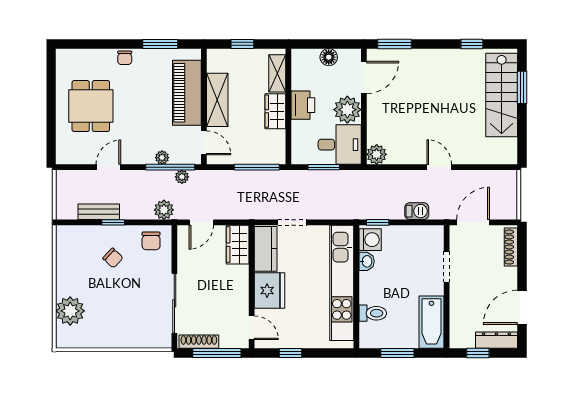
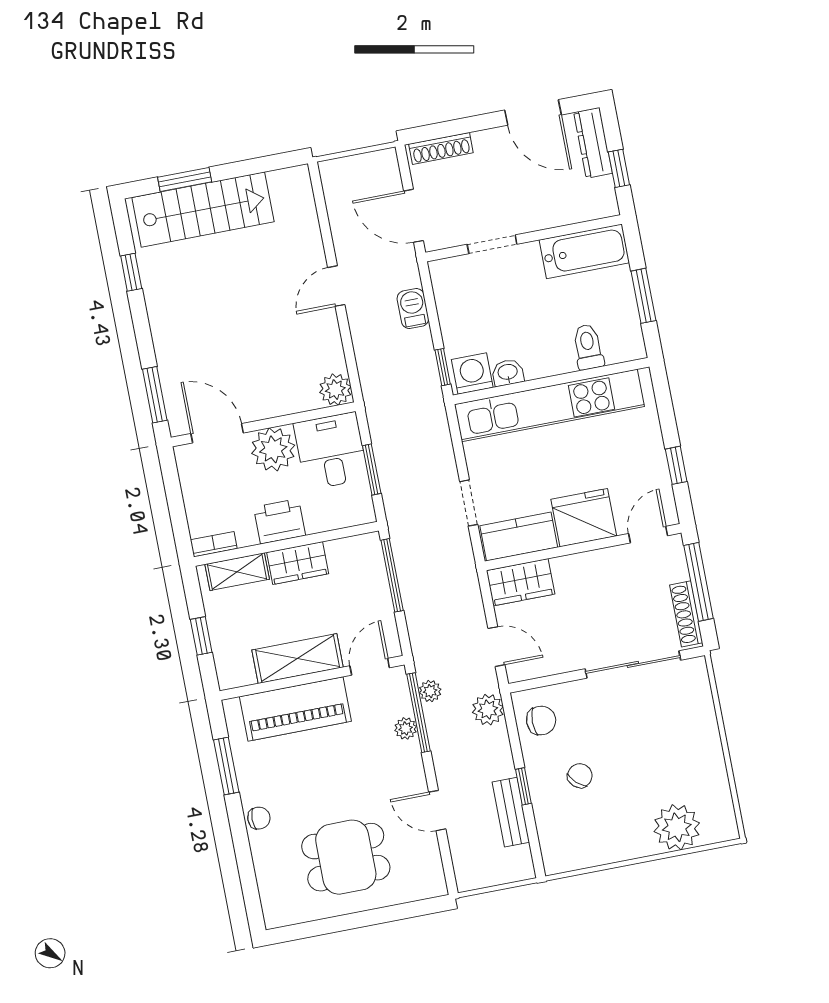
floor lamp: (329, 57) -> (196, 495), removed
bookcase: (297, 62) -> (214, 544), added

